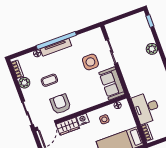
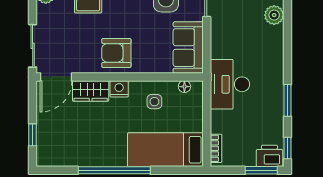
armchair: (60, 104) -> (116, 53), moved, turned -90
desk: (146, 108) -> (230, 84), moved

